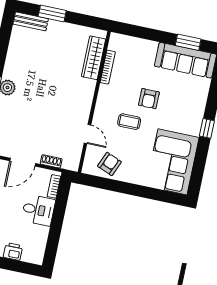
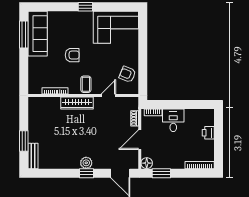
window: (188, 42) -> (24, 34), width x1.44
wardrobe: (93, 58) -> (77, 103), moved
coffee table: (129, 122) -> (86, 84), moved
door: (23, 162) -> (140, 140), swing flipped

